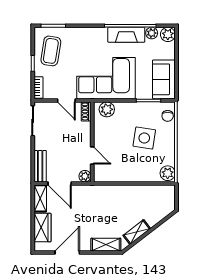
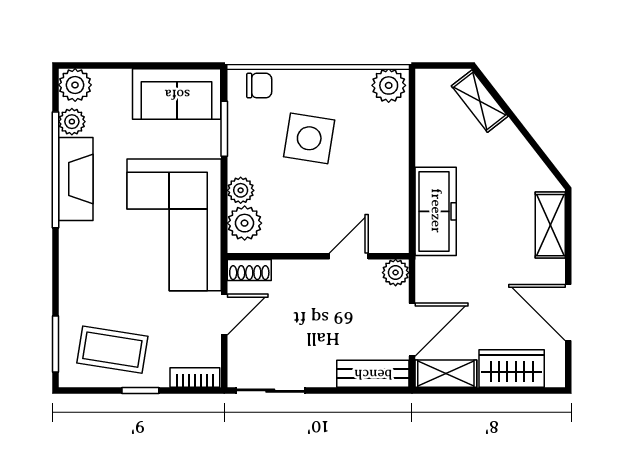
plant: (121, 108) -> (241, 190), added
freezer: (112, 194) -> (436, 211), added
shelving: (137, 232) -> (480, 101), moved

